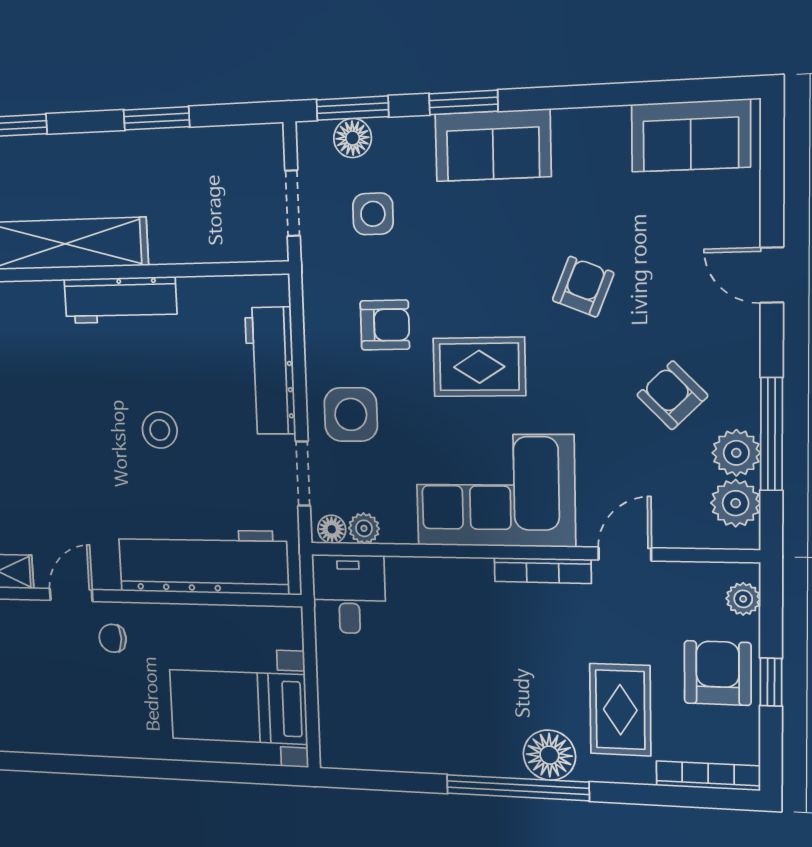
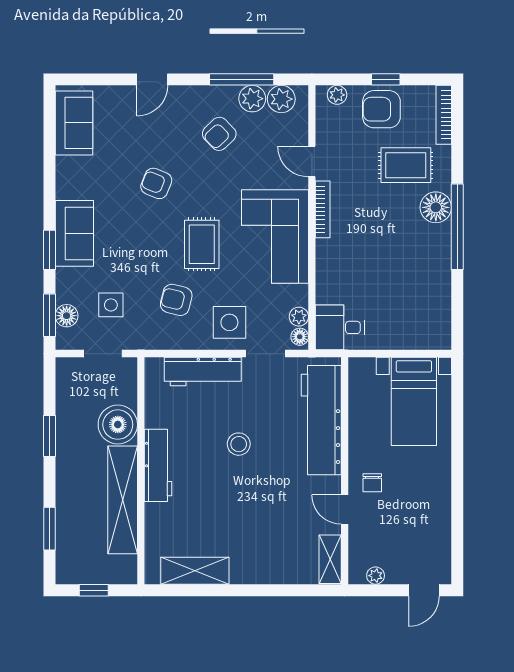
boiler: (180, 232) -> (118, 425), added
armchair: (385, 325) -> (176, 300), turned -76

